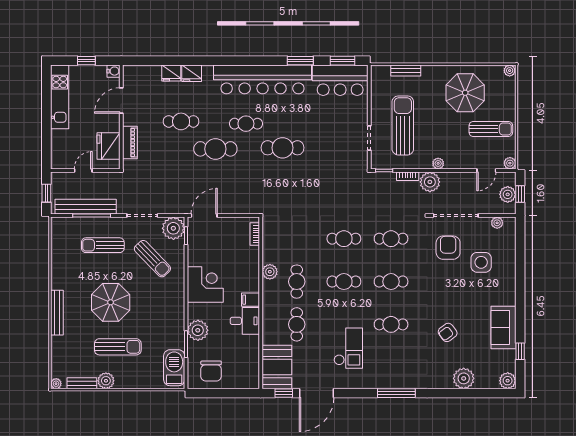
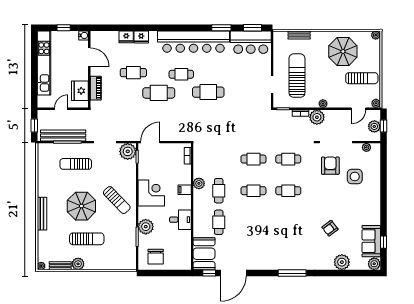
kitchen unit: (60, 97) -> (44, 63), width x1.36
door: (121, 101) -> (89, 57), swing flipped
sun lounger: (152, 259) -> (117, 200), moved
filing cabinet: (250, 300) -> (185, 190), moved
cafe table: (391, 324) -> (288, 222), removed
sofa: (503, 327) -> (371, 241), moved
checkout: (348, 348) -> (257, 240), removed
barbecue: (174, 368) -> (128, 254), removed

